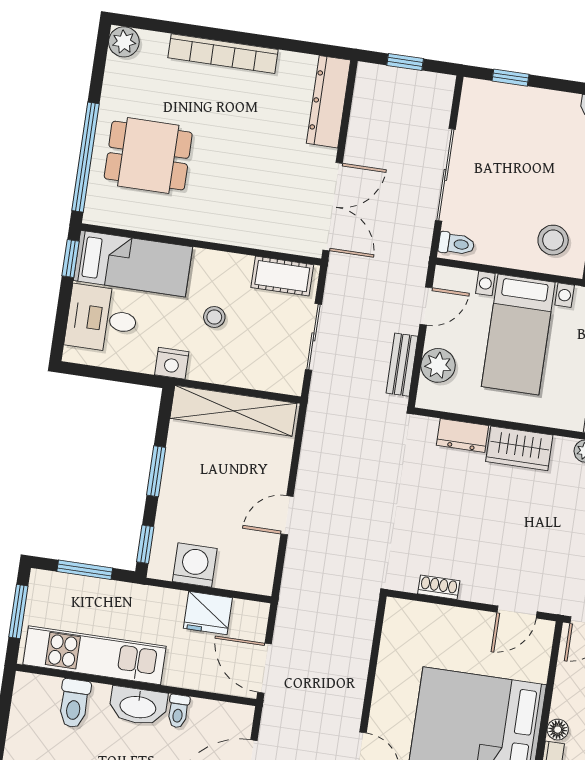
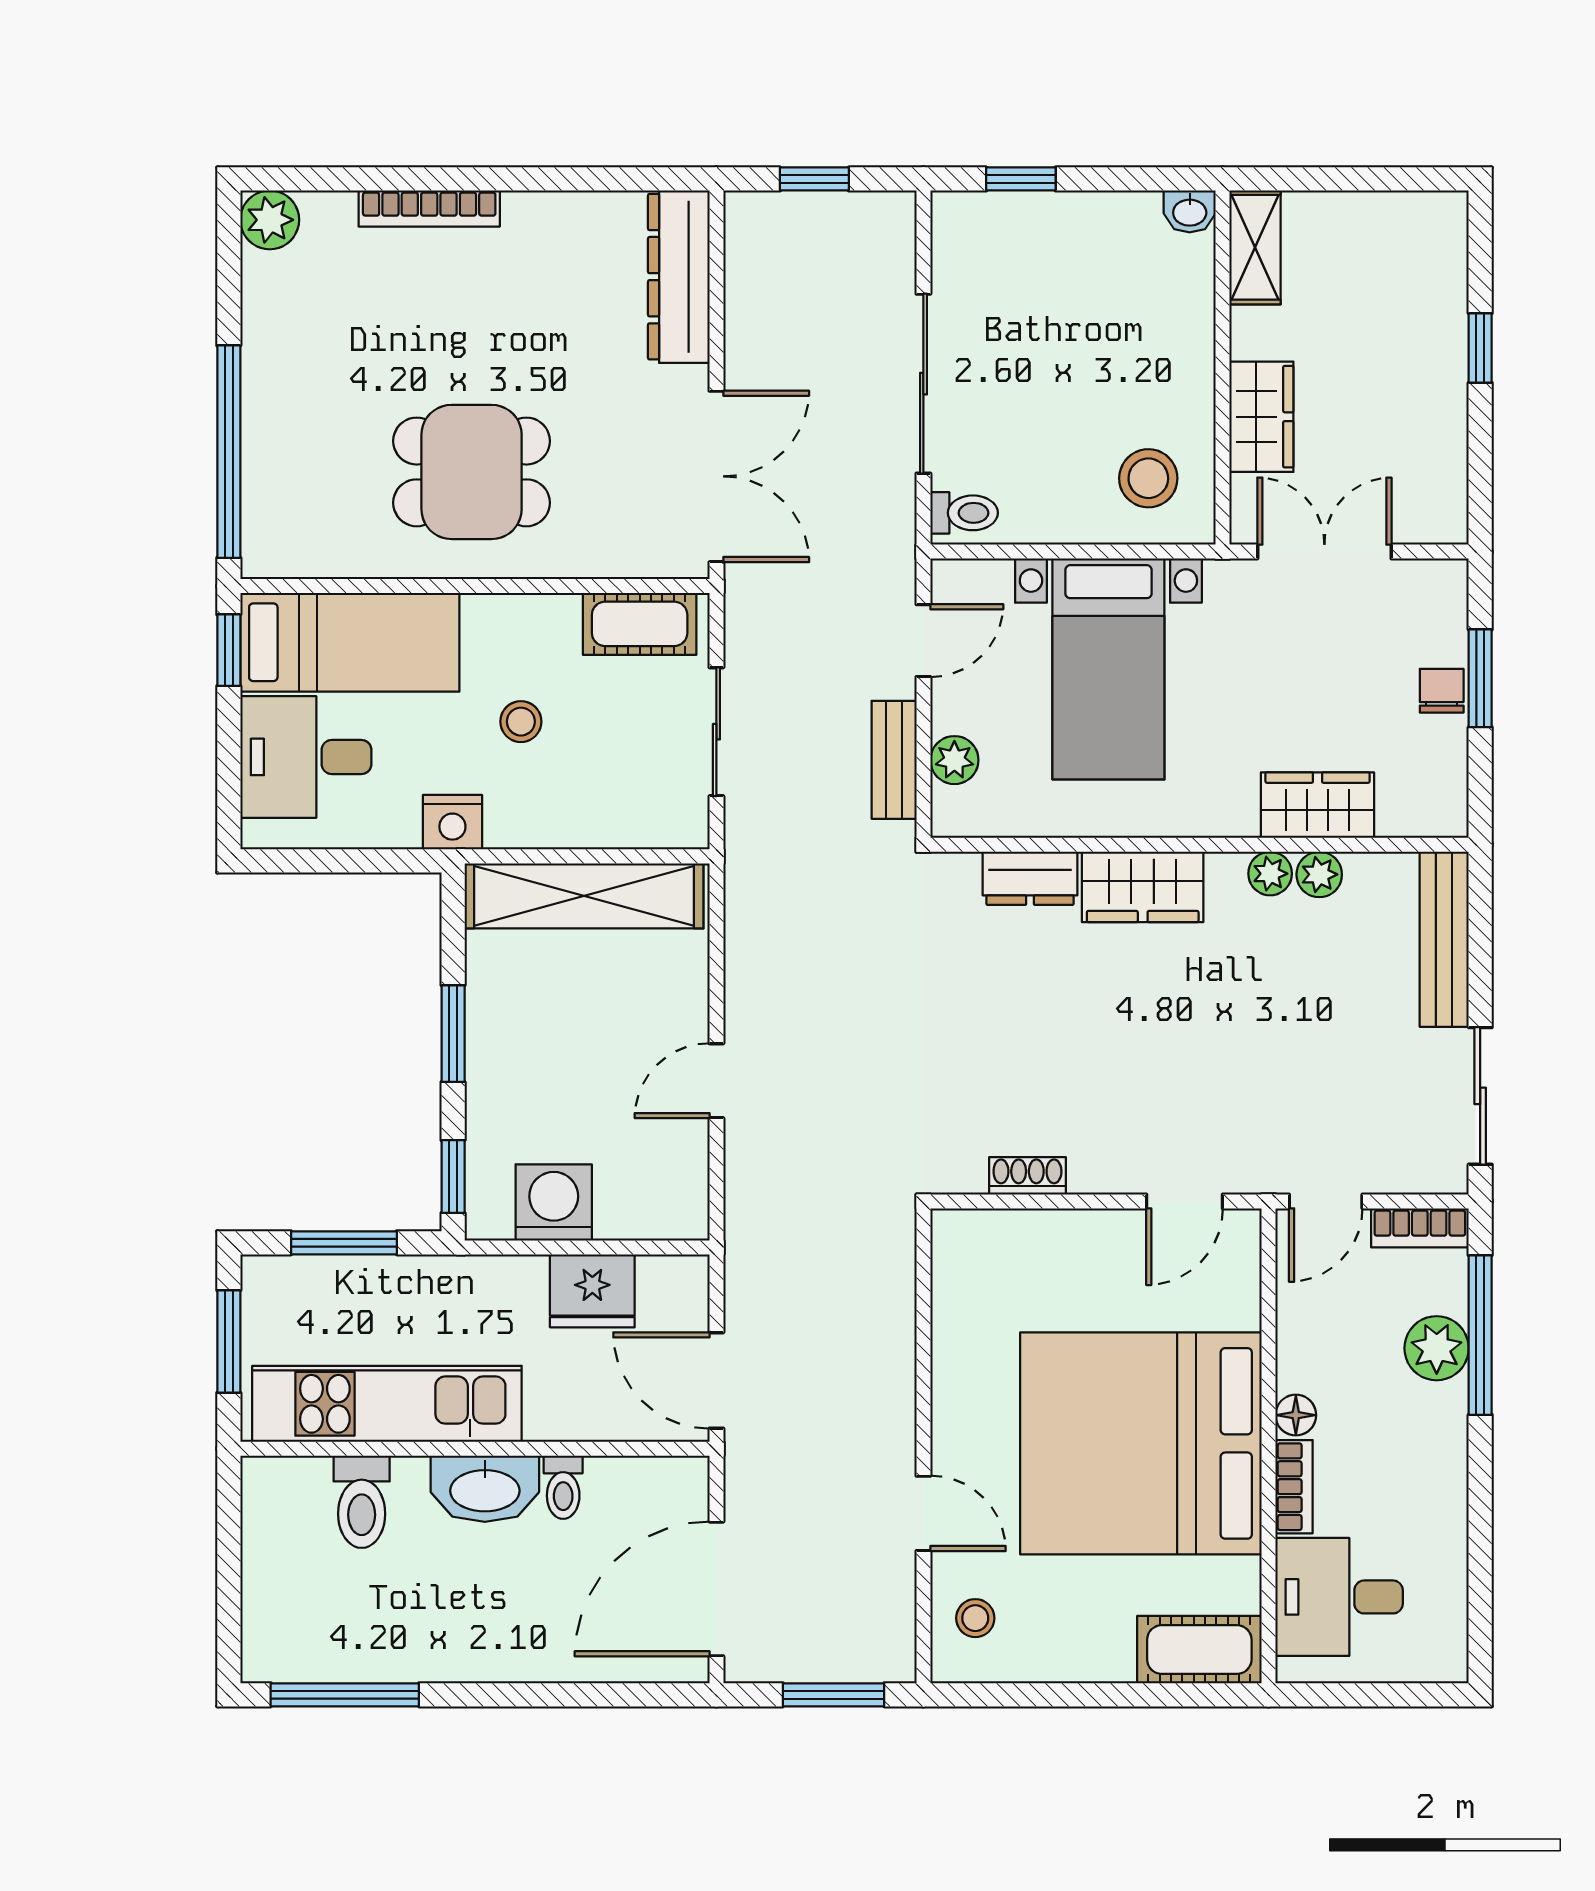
bookcase: (223, 54) -> (429, 208), width x0.68, depth x0.76
dining table: (148, 156) -> (472, 472), moved
plant: (438, 365) -> (954, 760), width x0.73, depth x0.73

